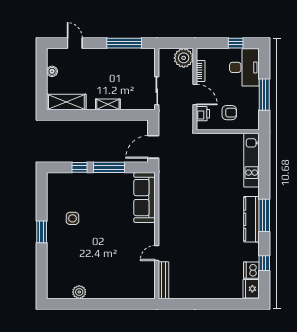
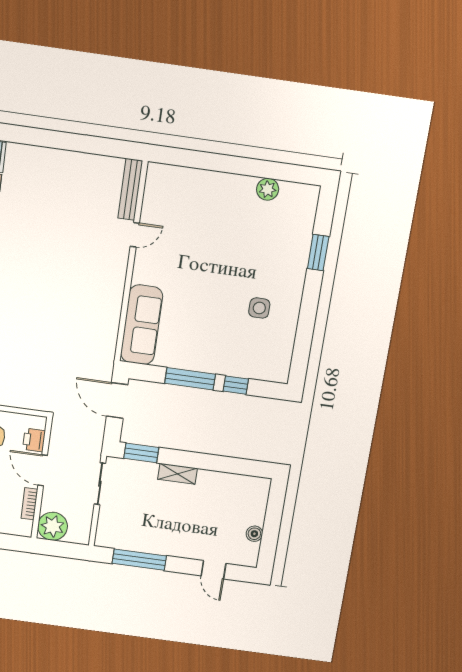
shelving: (66, 102) -> (240, 486), removed
window: (133, 115) -> (141, 453), added
door: (153, 147) -> (117, 400), swing flipped
window: (42, 232) -> (318, 252), moved

